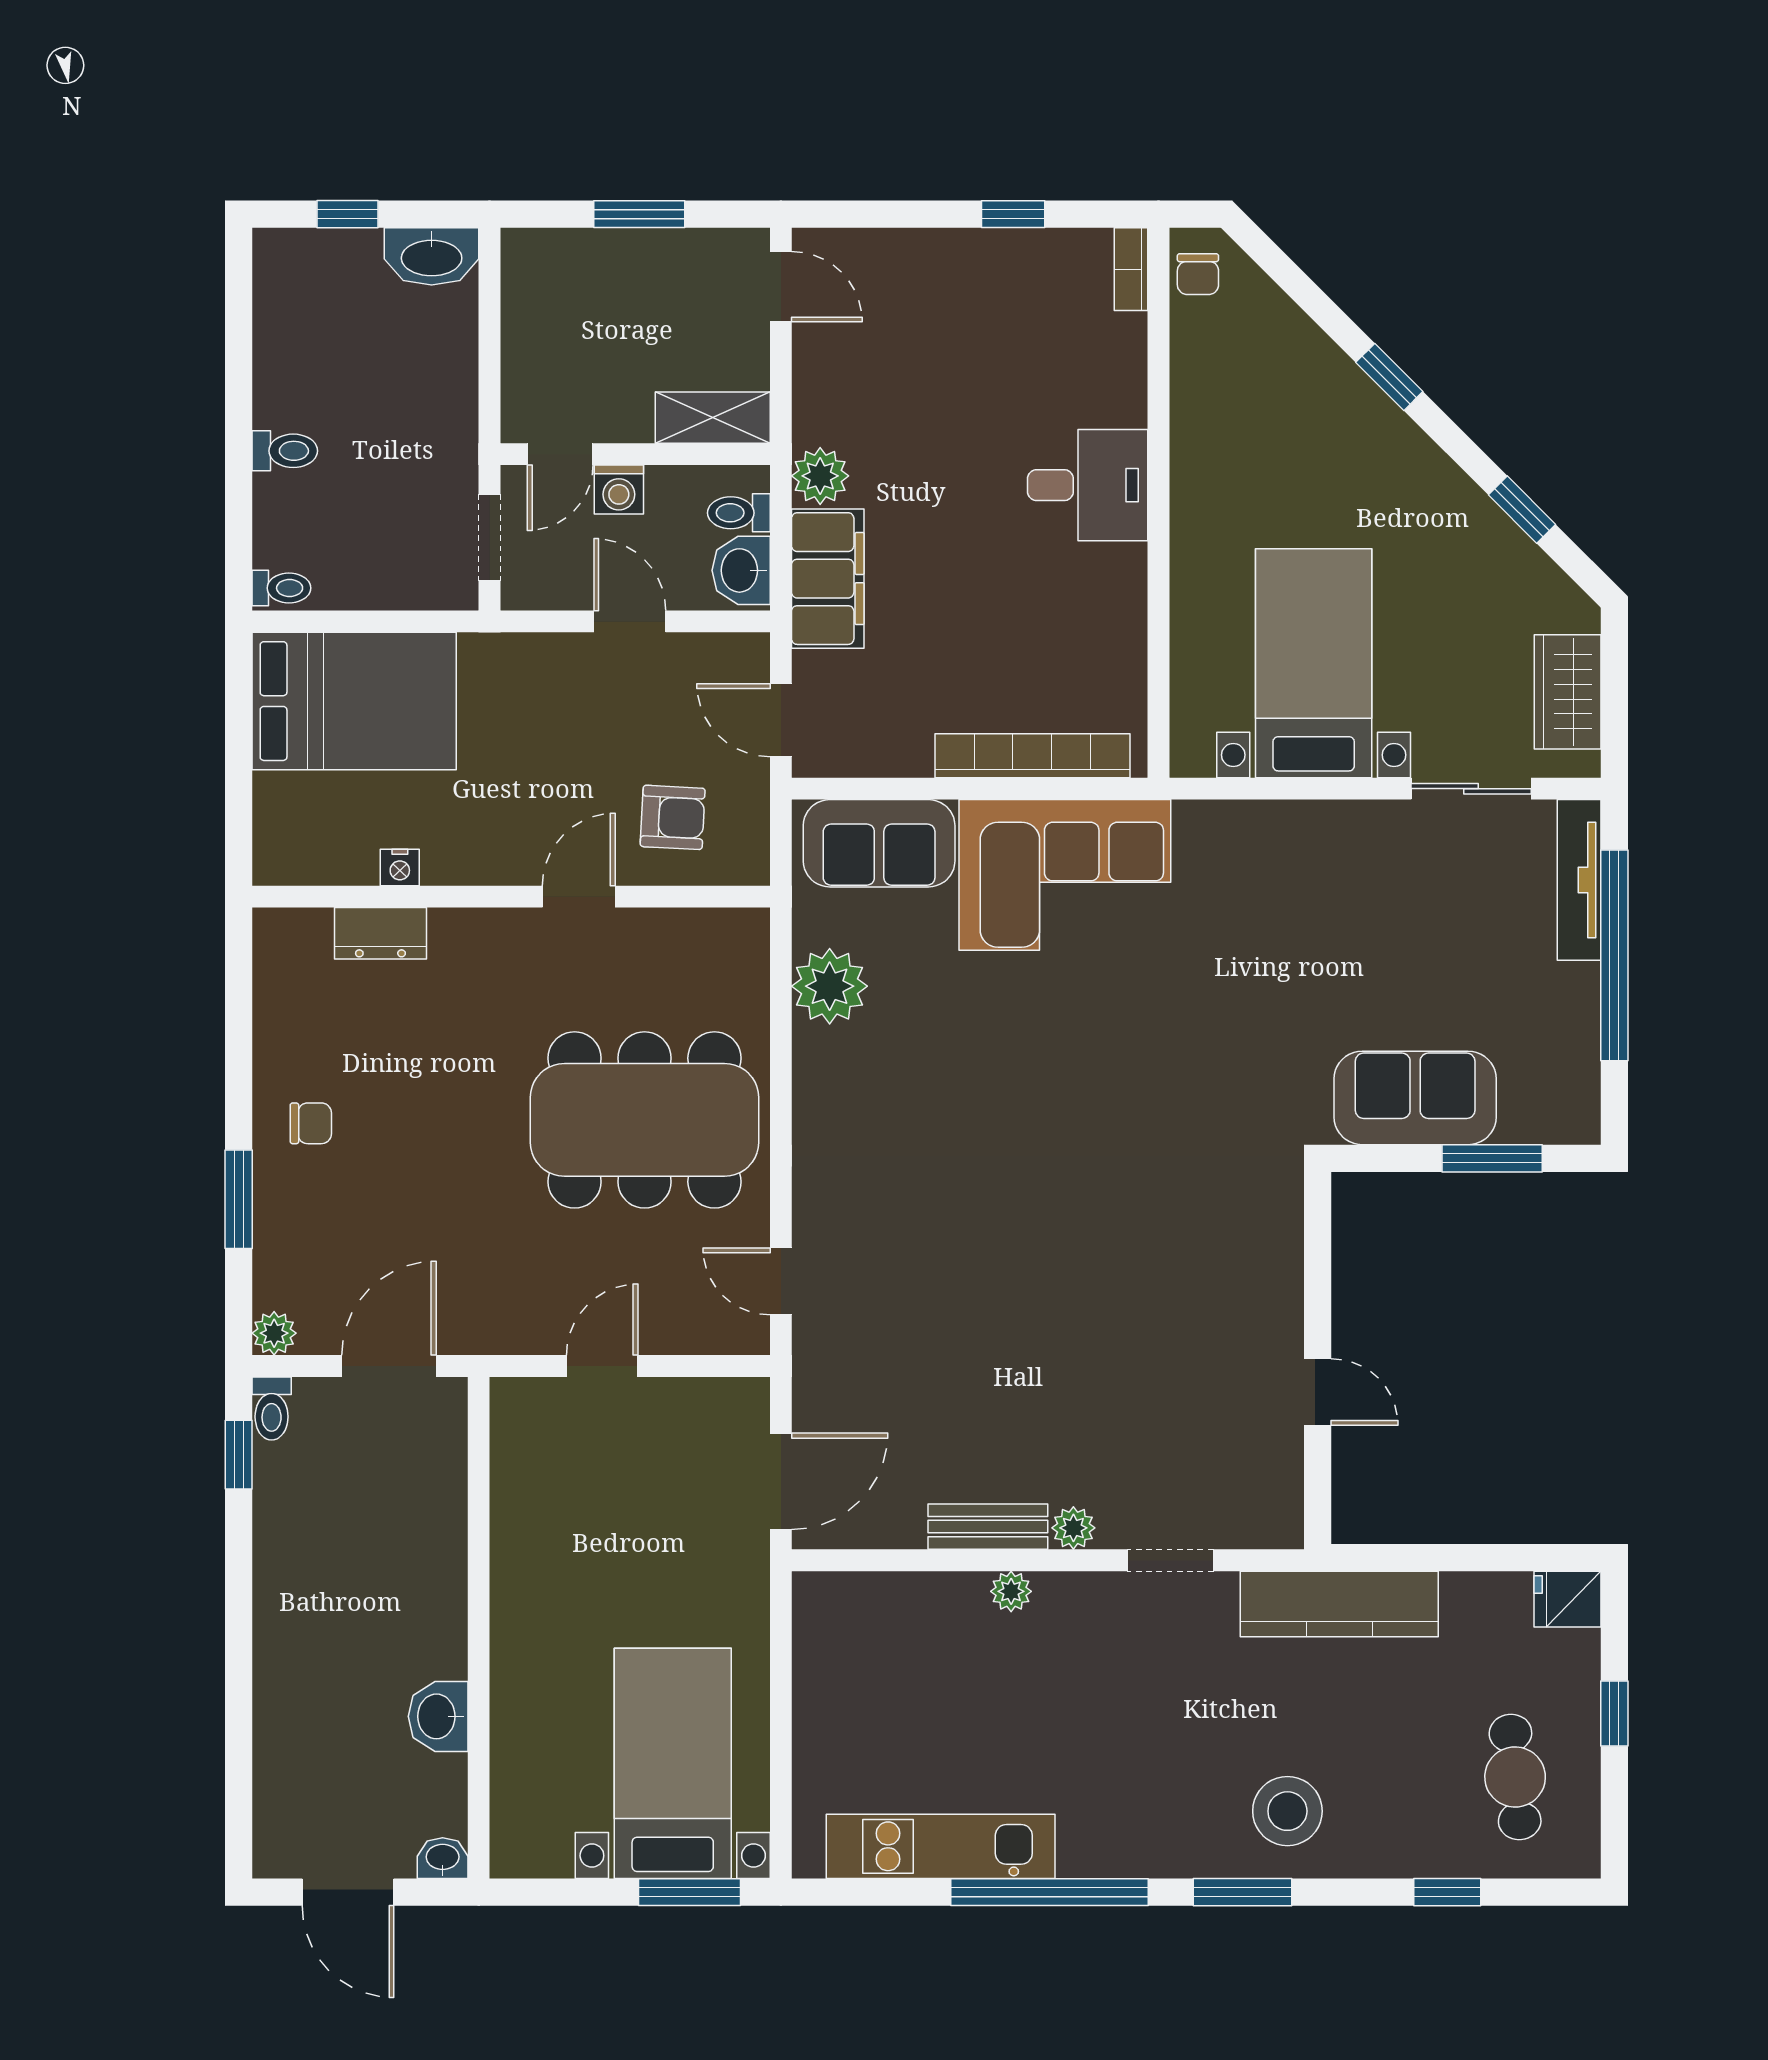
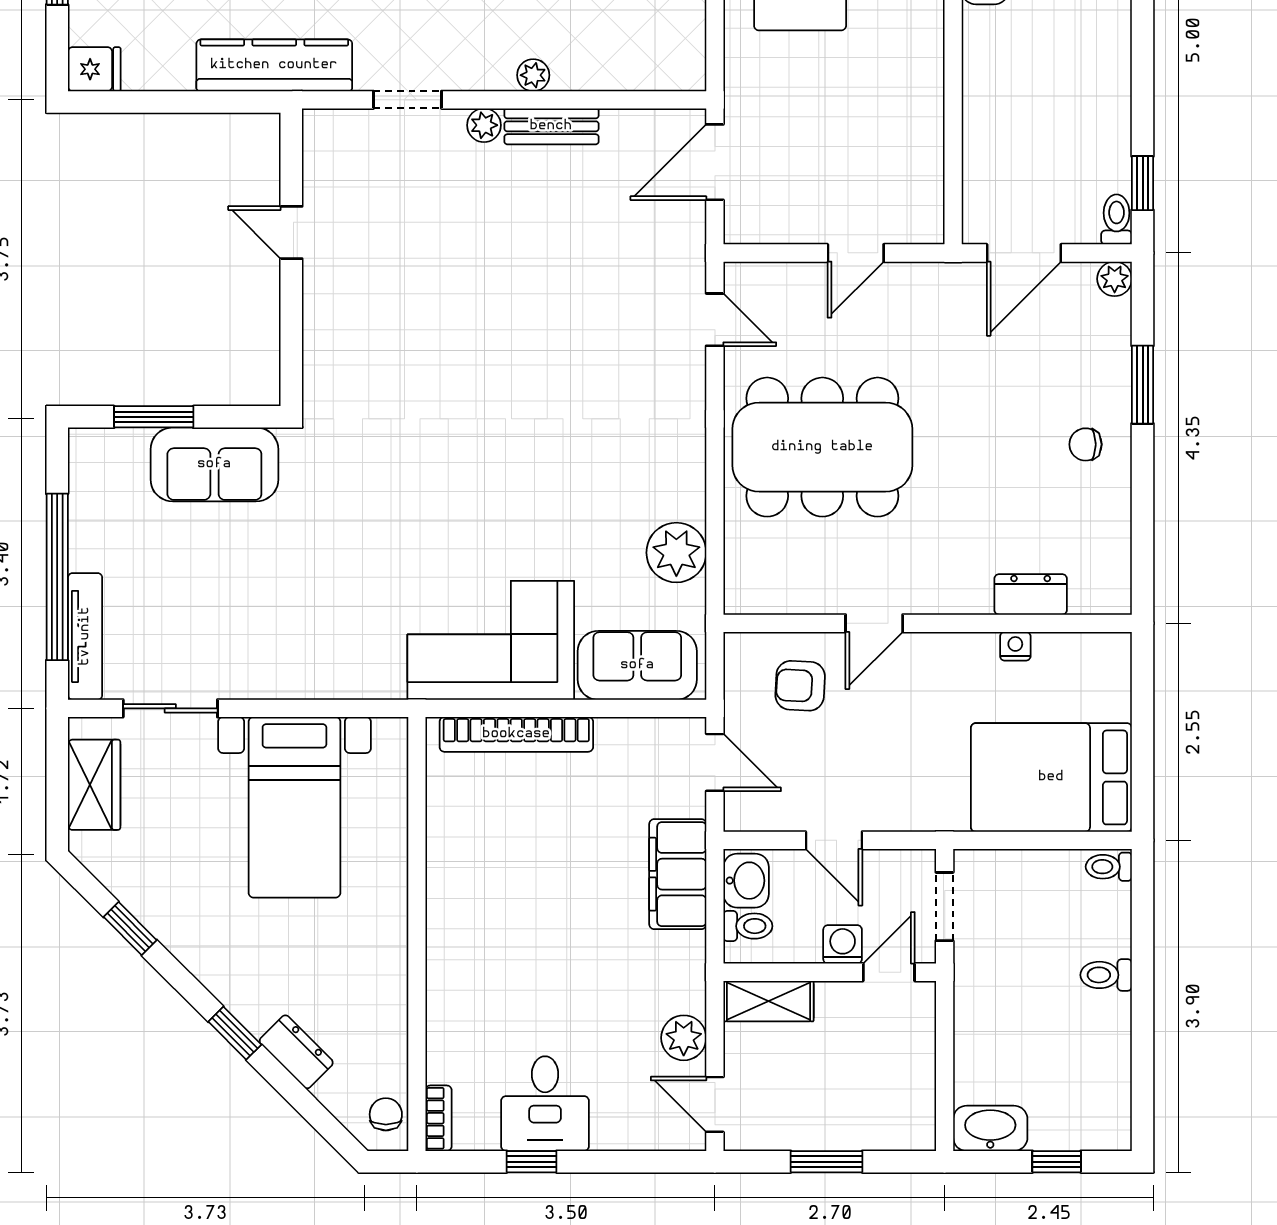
dresser: (1311, 353) -> (296, 1052), added
plant: (820, 476) -> (684, 1038), moved
desk: (1088, 485) -> (545, 1104), moved, turned -90

